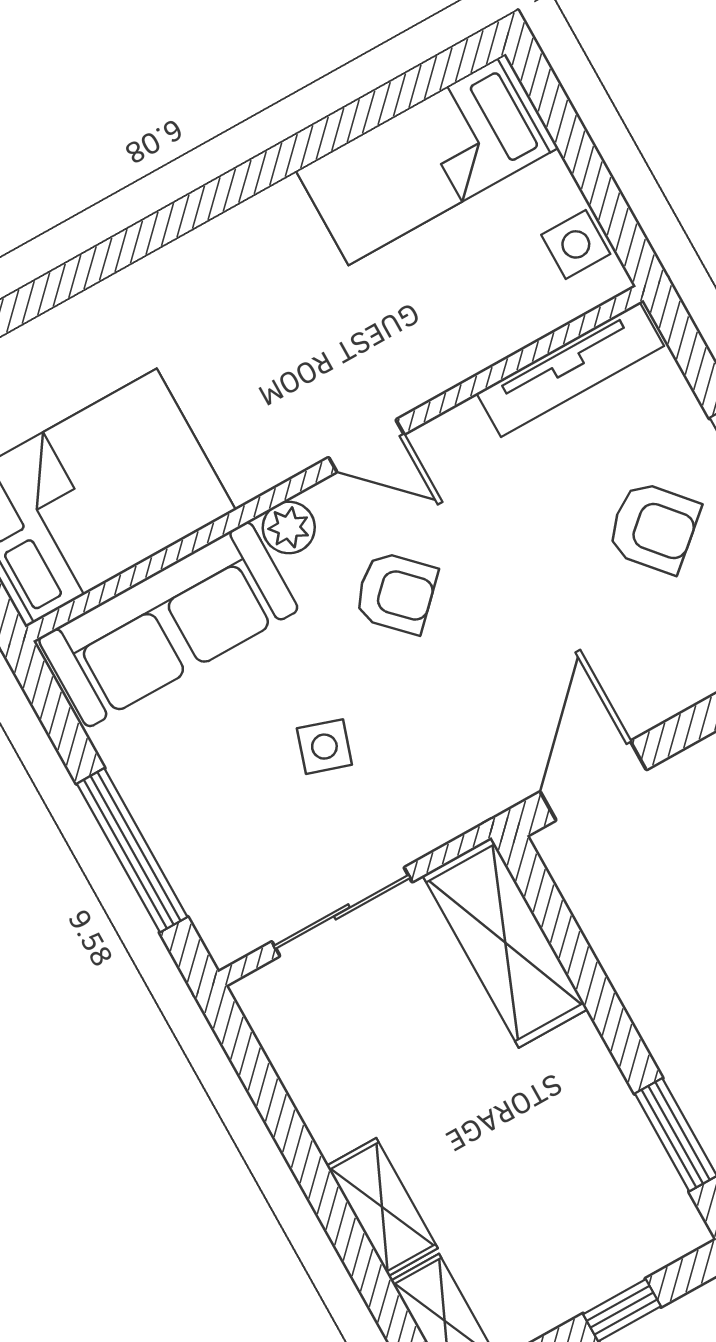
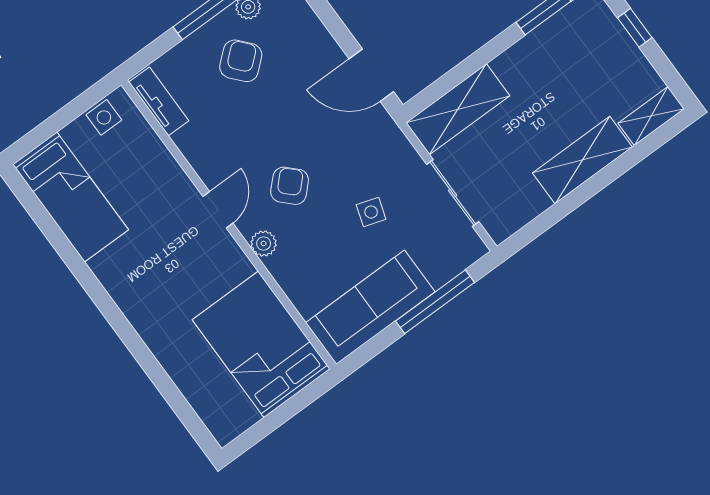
tv unit: (570, 370) -> (159, 101), width x0.71
sofa: (168, 624) -> (370, 307), moved, turned -90
shelving: (382, 1207) -> (582, 160), width x1.50, depth x1.33

